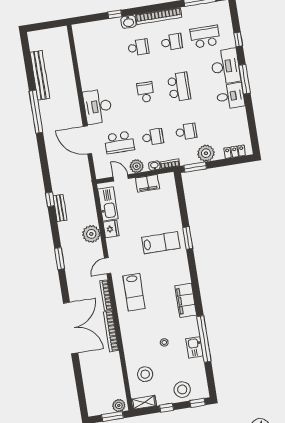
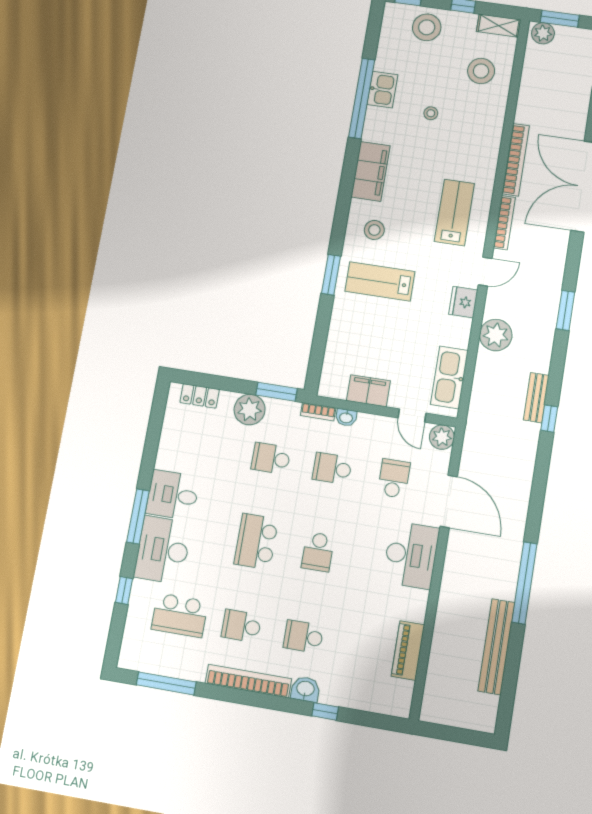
piano: (83, 58) -> (408, 651), added
school desk: (119, 142) -> (394, 478), width x0.54
plant: (137, 166) -> (442, 437), moved
fridge: (111, 229) -> (463, 302), moved
stool: (173, 269) -> (374, 230), added

